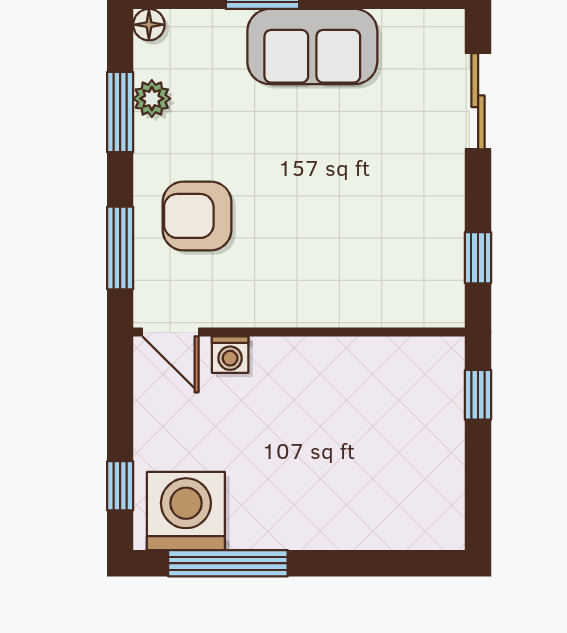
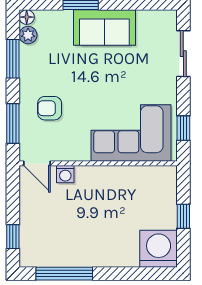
plant: (152, 99) -> (28, 35), moved
armchair: (197, 216) -> (50, 108), width x0.72, depth x0.72
corner sofa: (368, 268) -> (131, 133), added
window: (478, 395) -> (183, 216), moved
washing machine: (186, 511) -> (159, 249), moved

